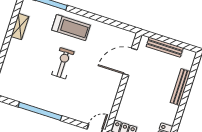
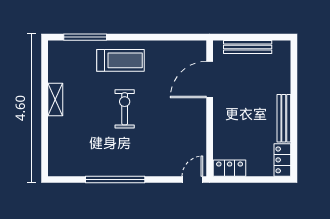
shelving: (20, 27) -> (55, 100), moved
bench: (180, 87) -> (284, 118), moved

